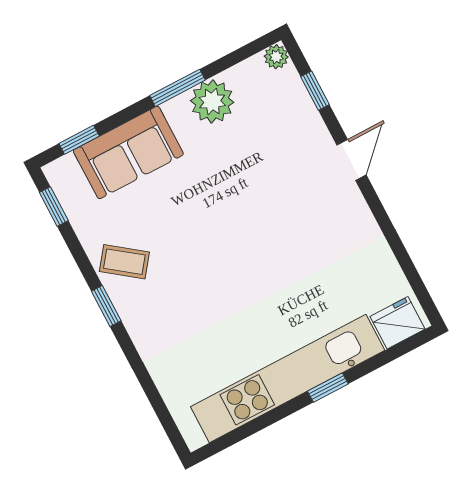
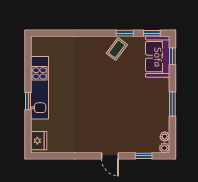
plant: (212, 101) -> (165, 137), moved, width x0.53, depth x0.53
sofa: (128, 152) -> (158, 57), moved
window: (106, 306) -> (125, 33), moved
kitchen unit: (288, 378) -> (40, 88), width x0.73

